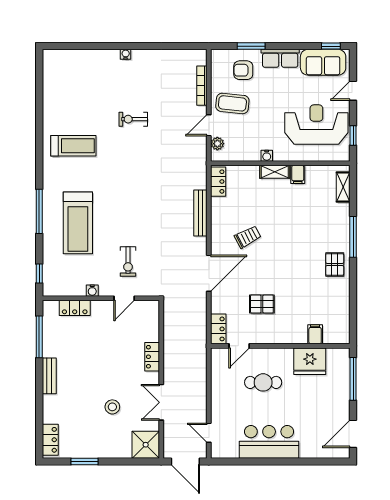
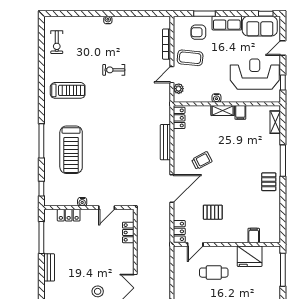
exercise bike: (128, 261) -> (57, 42), moved
locker: (152, 357) -> (128, 232), moved

